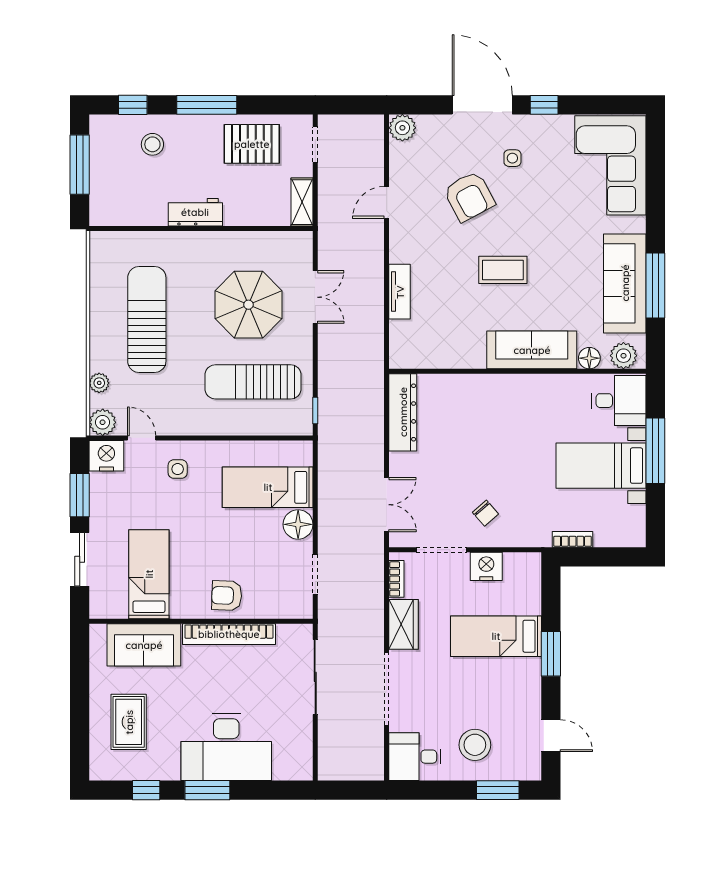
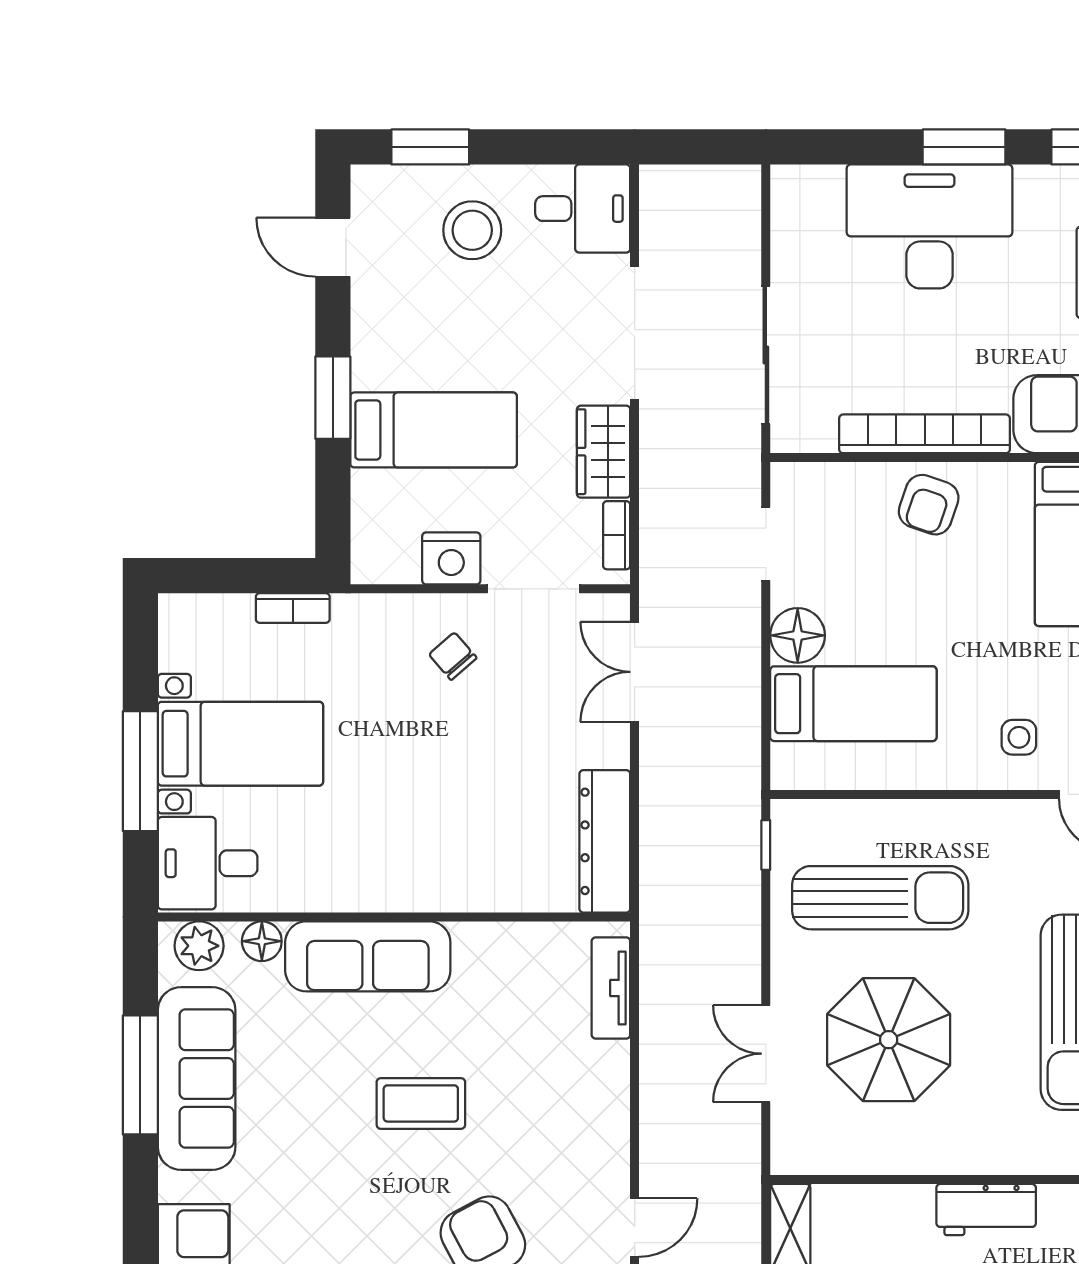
tv unit: (400, 292) -> (611, 988), moved
armchair: (227, 596) -> (929, 505), turned 107

